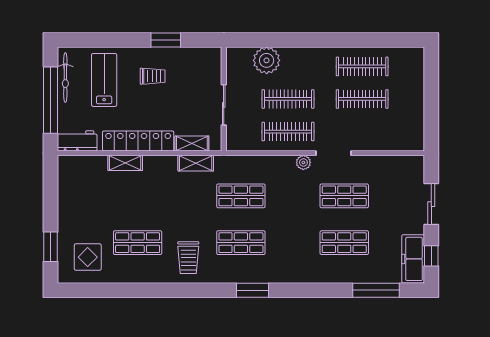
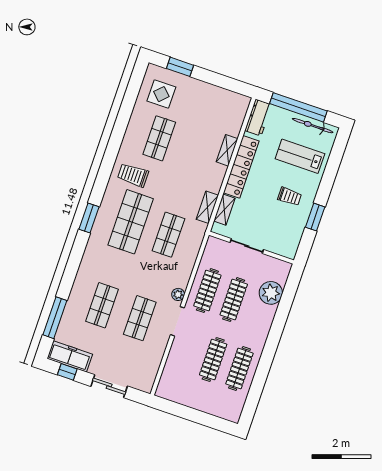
trolley: (153, 76) -> (290, 196), turned -90
lab bench: (104, 80) -> (300, 156), turned 180
shop shelf: (241, 243) -> (131, 222), width x1.43, depth x1.36

